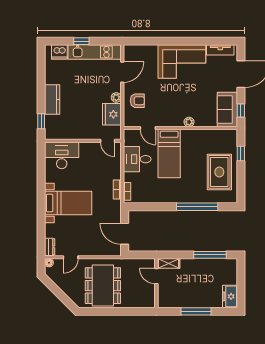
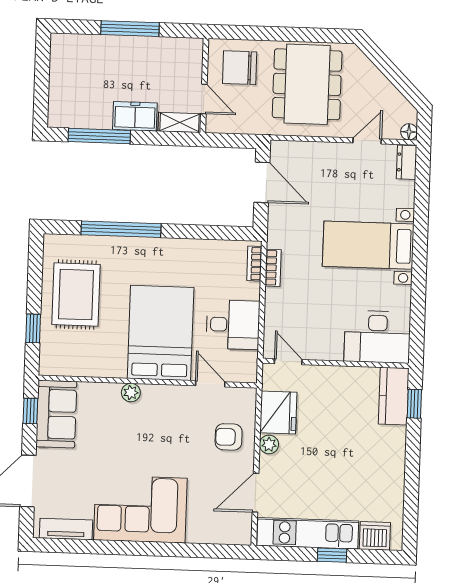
kitchen counter: (52, 99) -> (394, 396), moved
bed: (169, 153) -> (161, 333), width x1.50
chair: (138, 293) -> (240, 68), added
freezer: (230, 296) -> (135, 116), moved, turned -90

